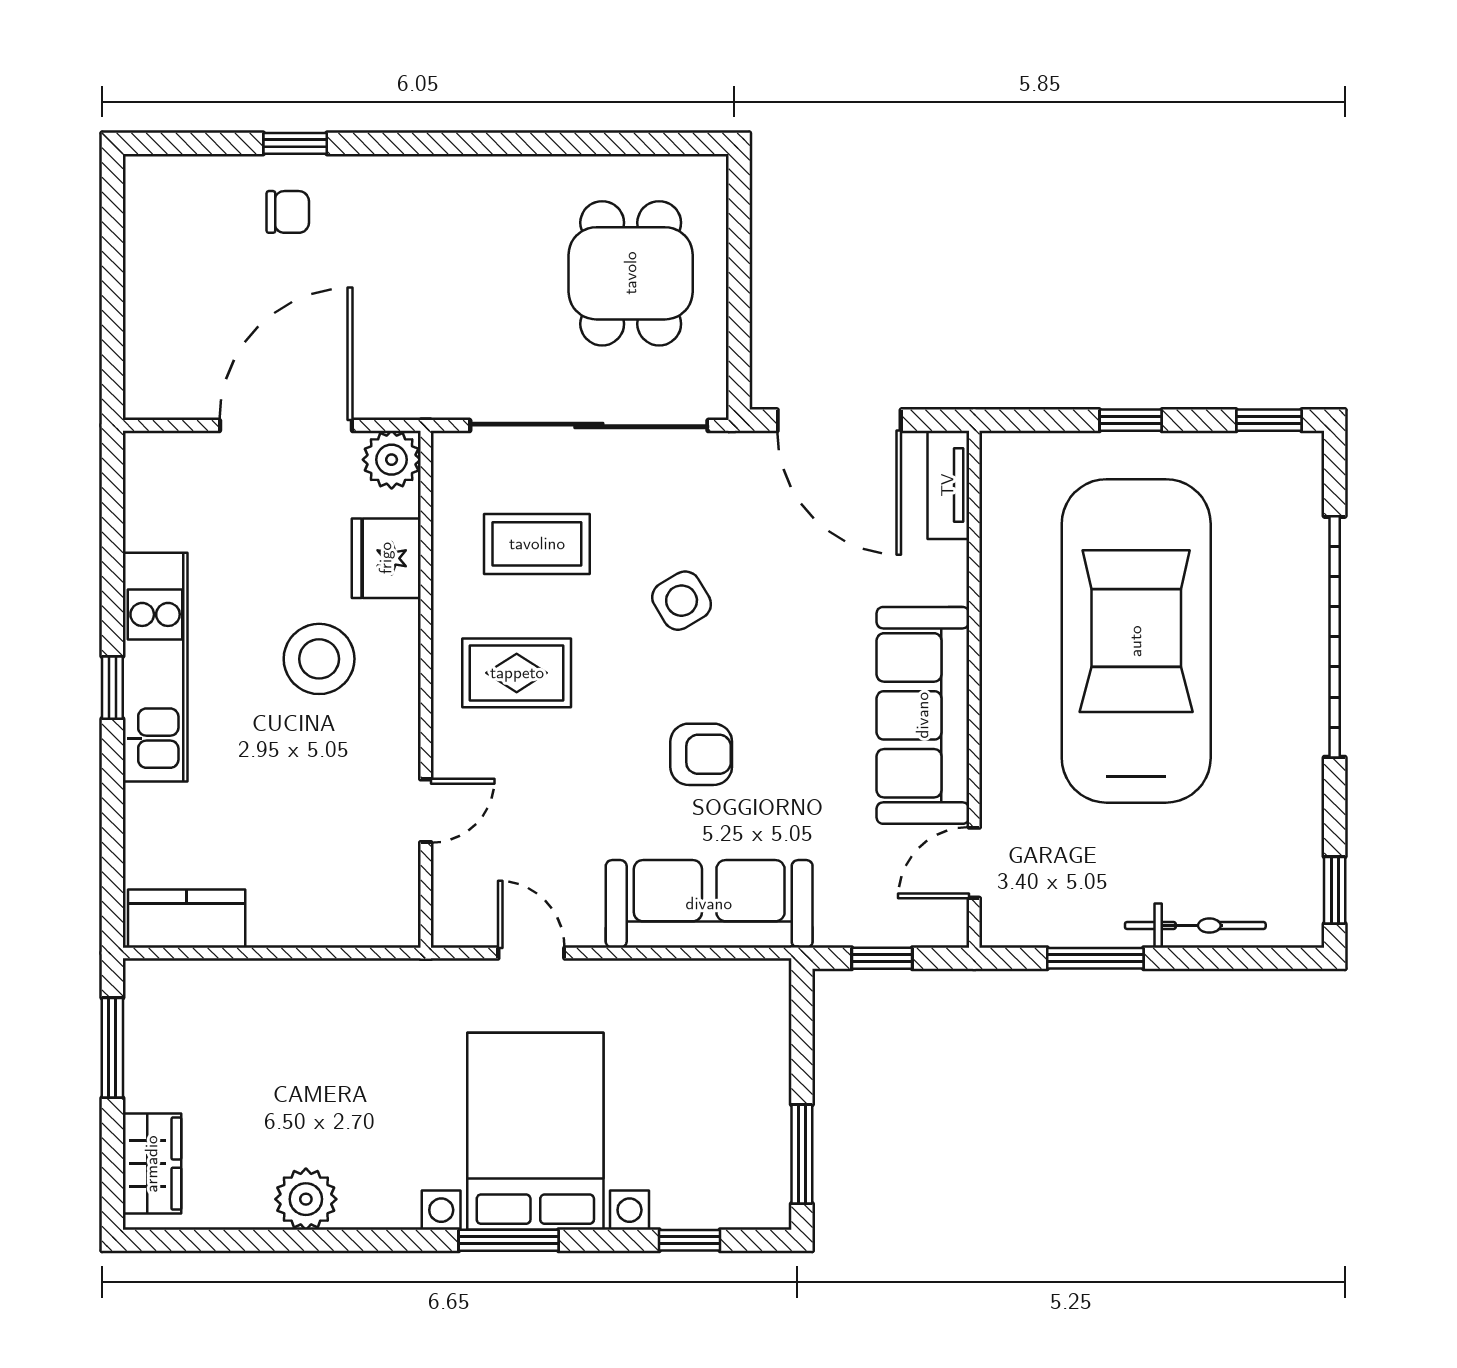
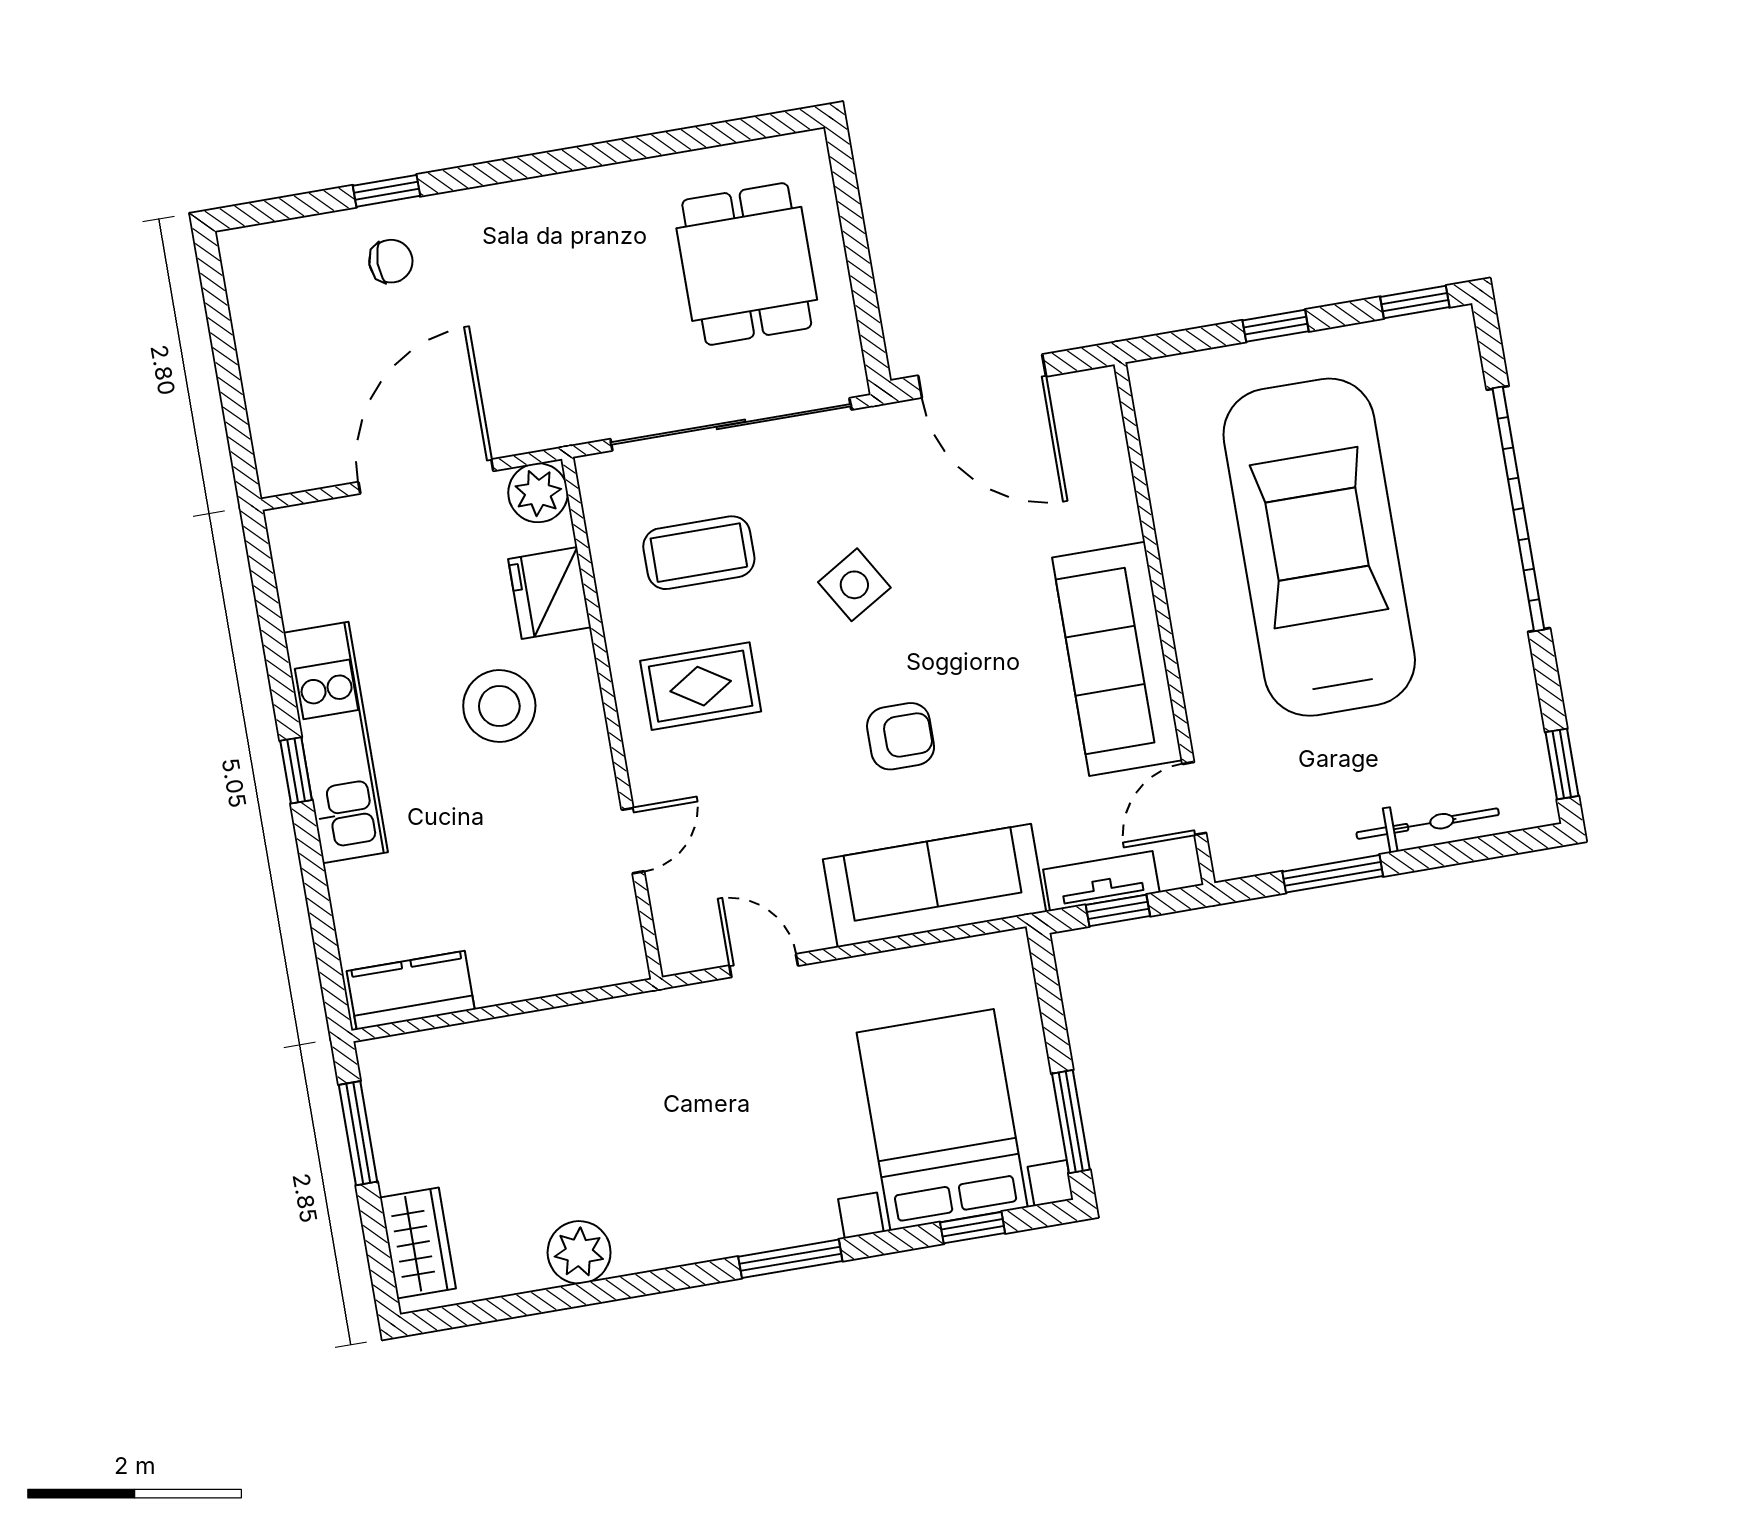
tv unit: (948, 485) -> (1101, 881), moved, turned 90
bed with nightstands: (535, 1131) -> (942, 1120), moved

